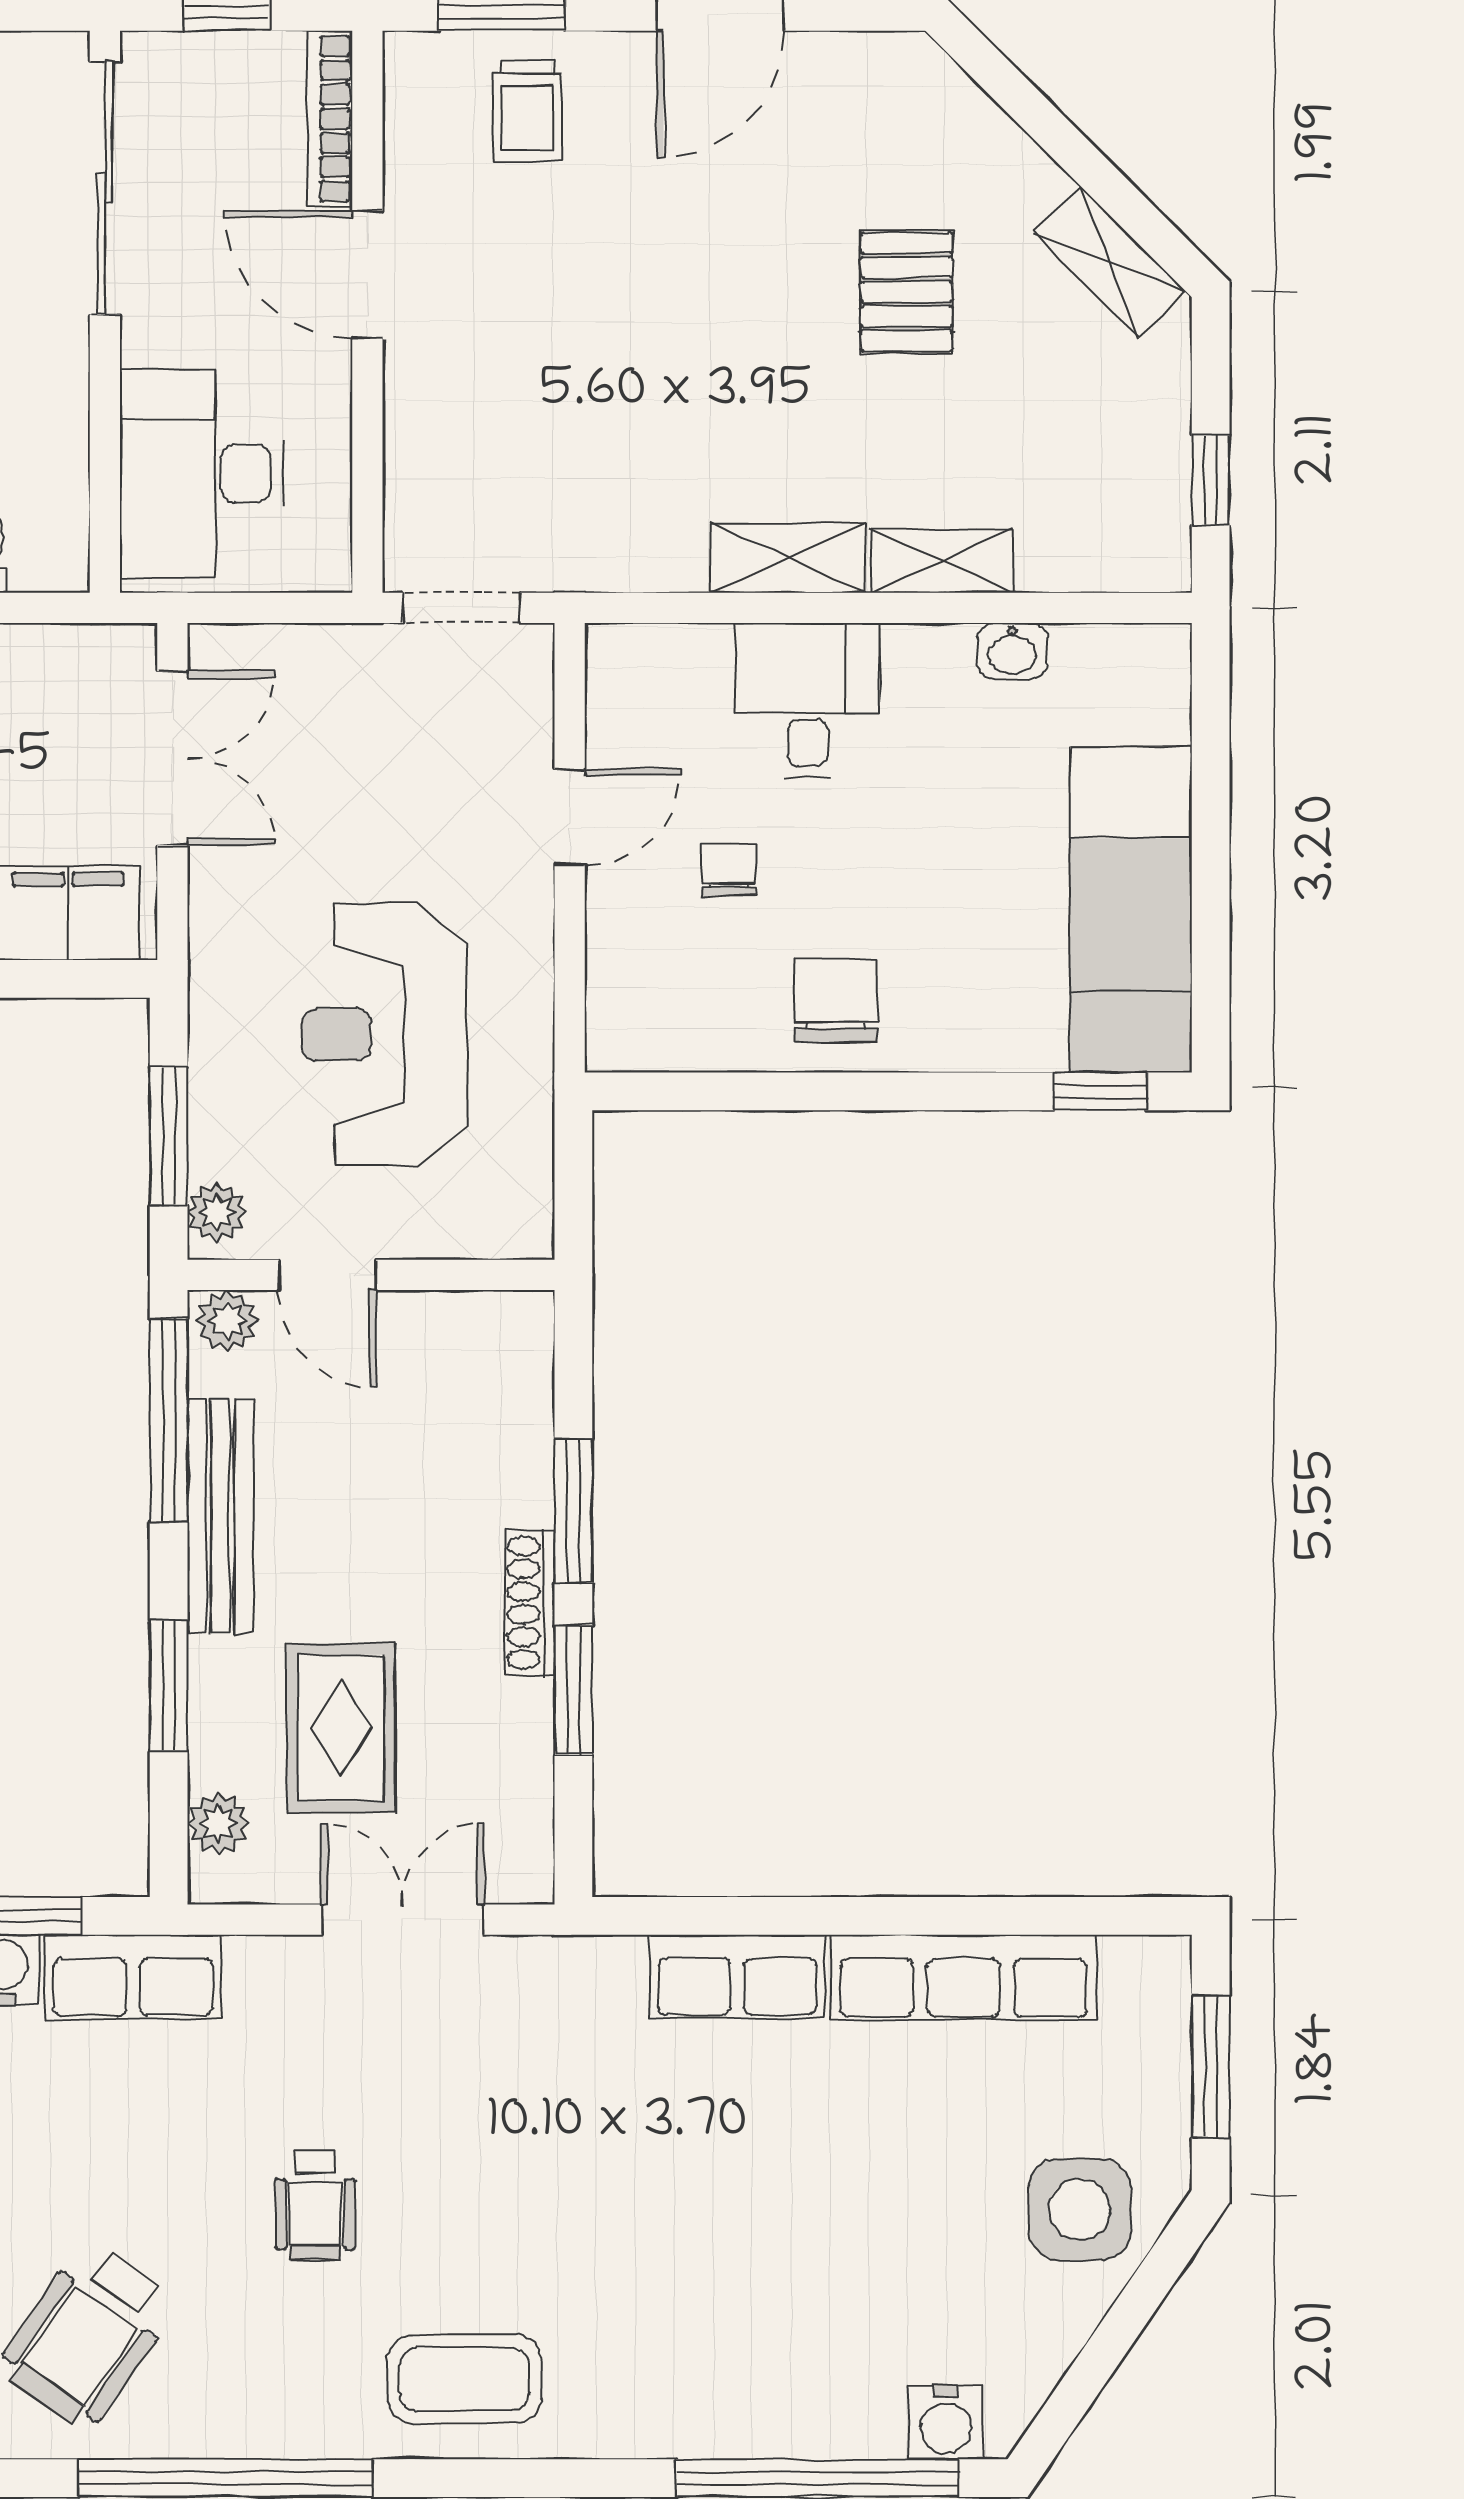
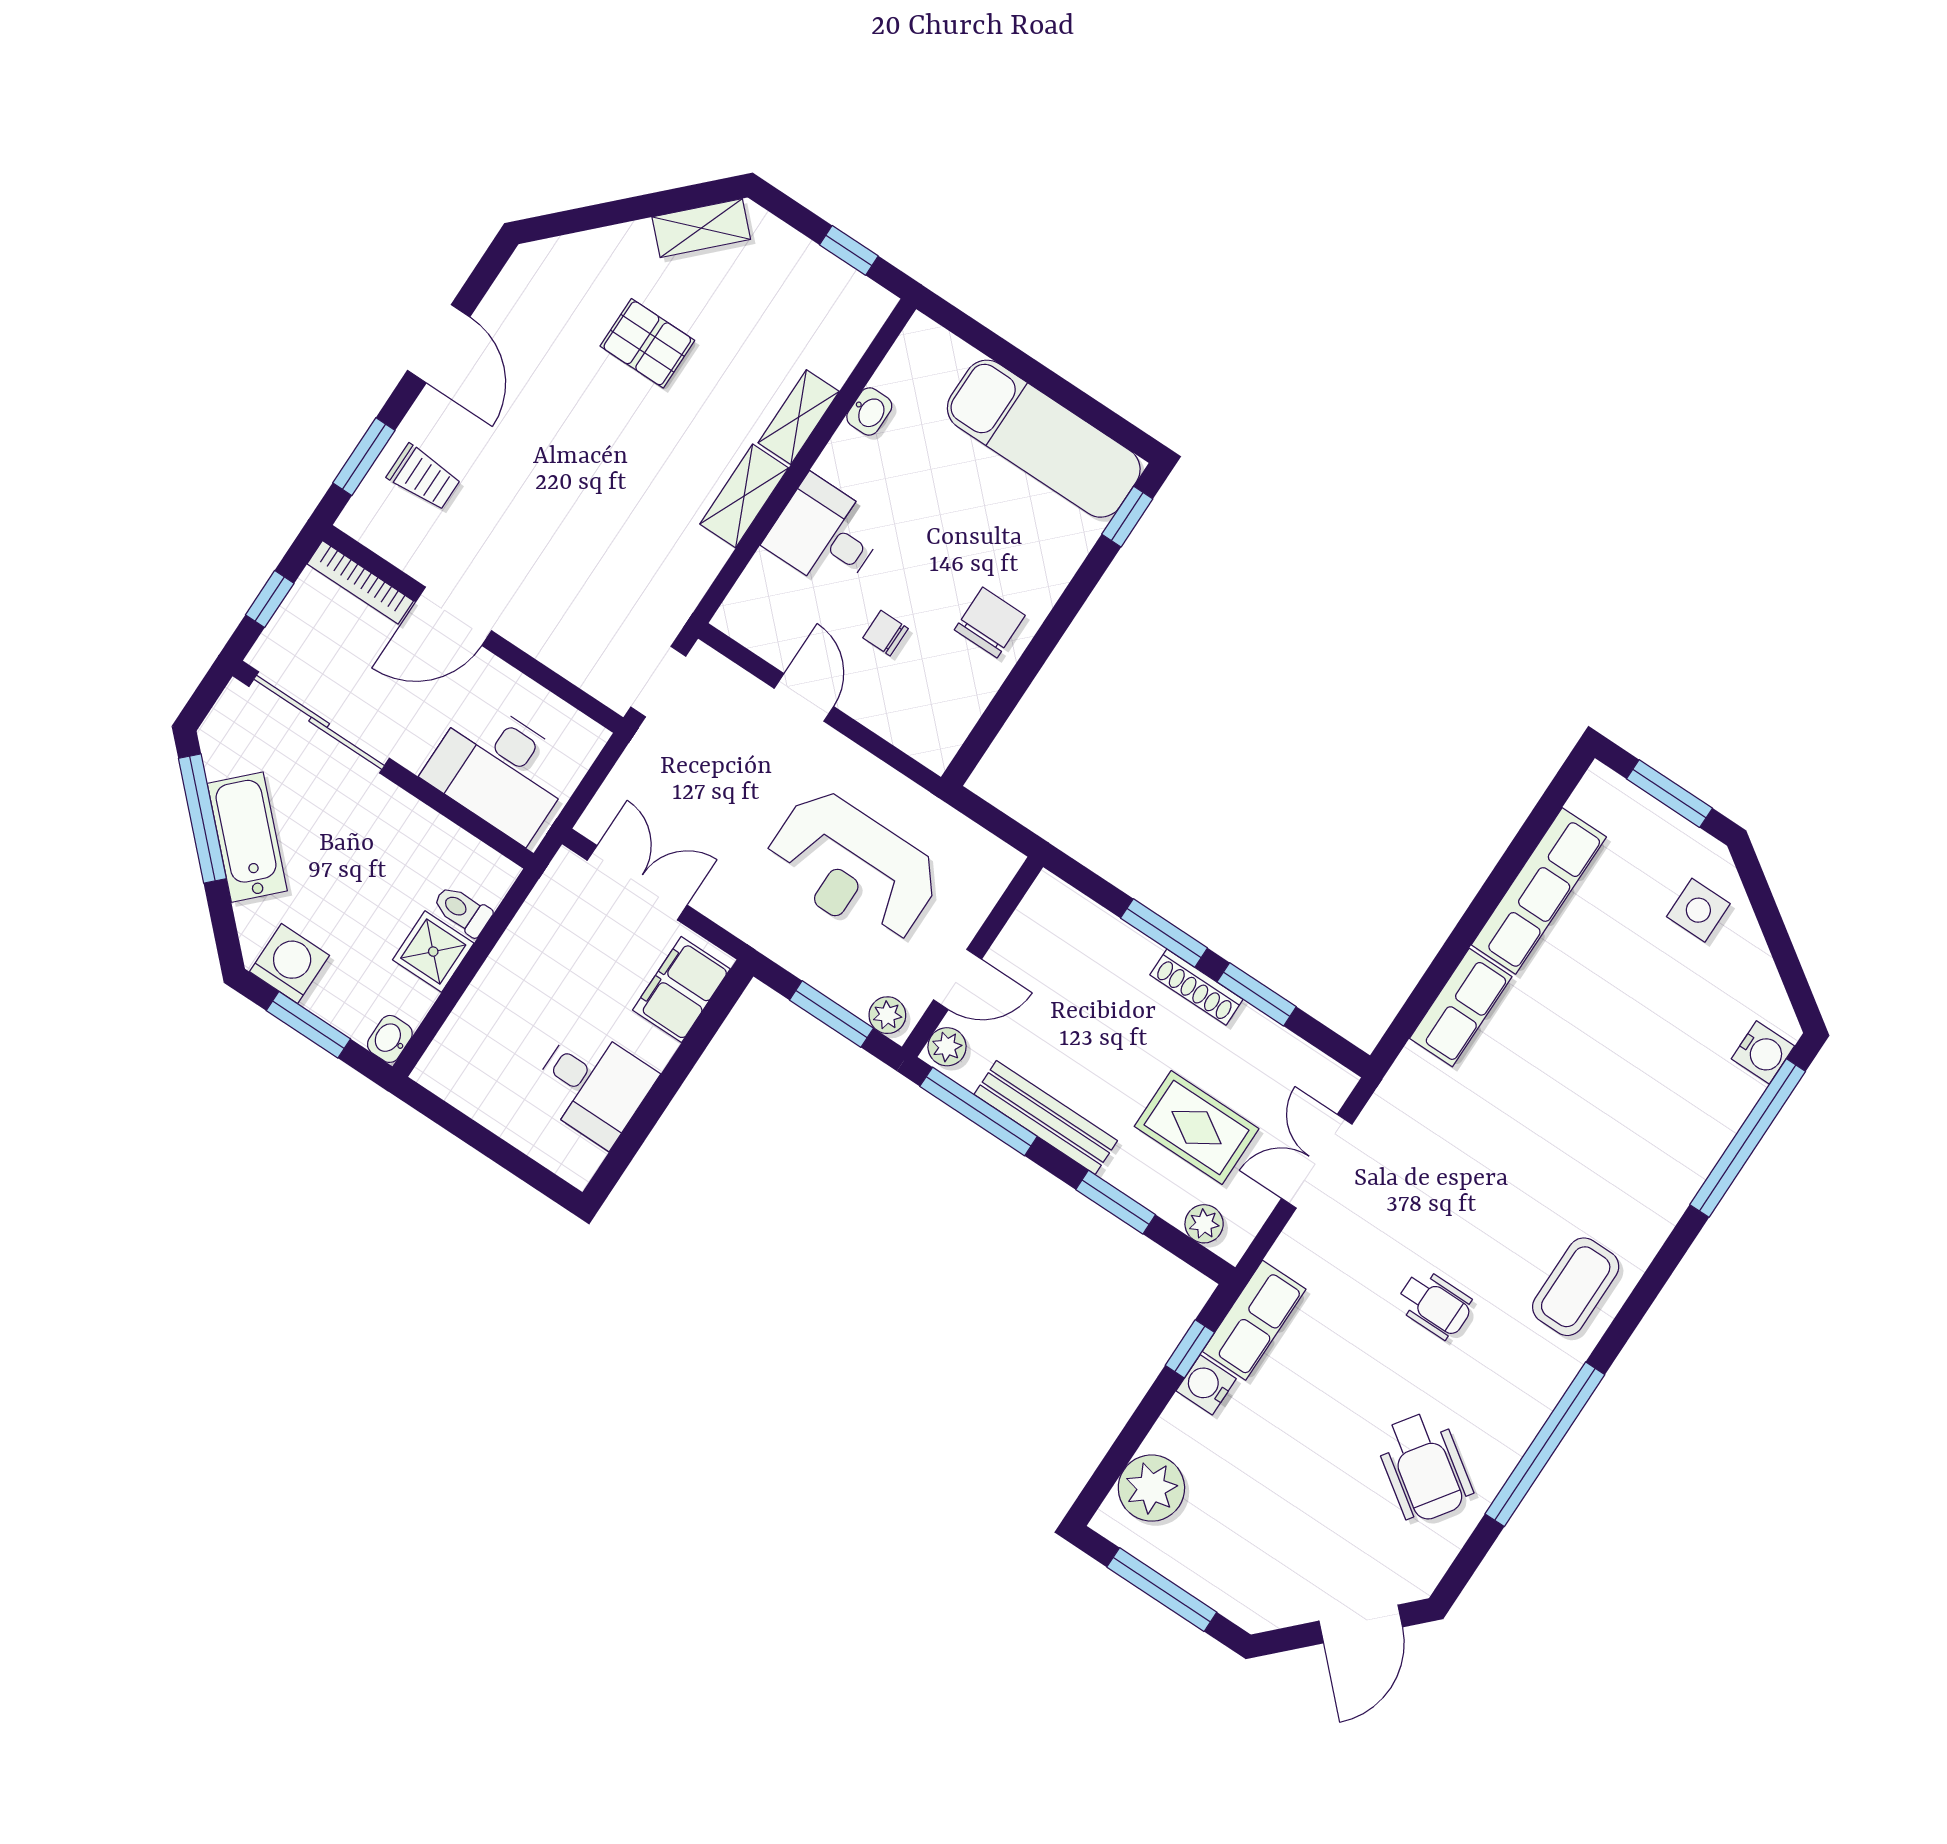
chair: (836, 1001) -> (990, 623), turned 90
side table: (1080, 2209) -> (1698, 910), width x0.73, depth x0.73

